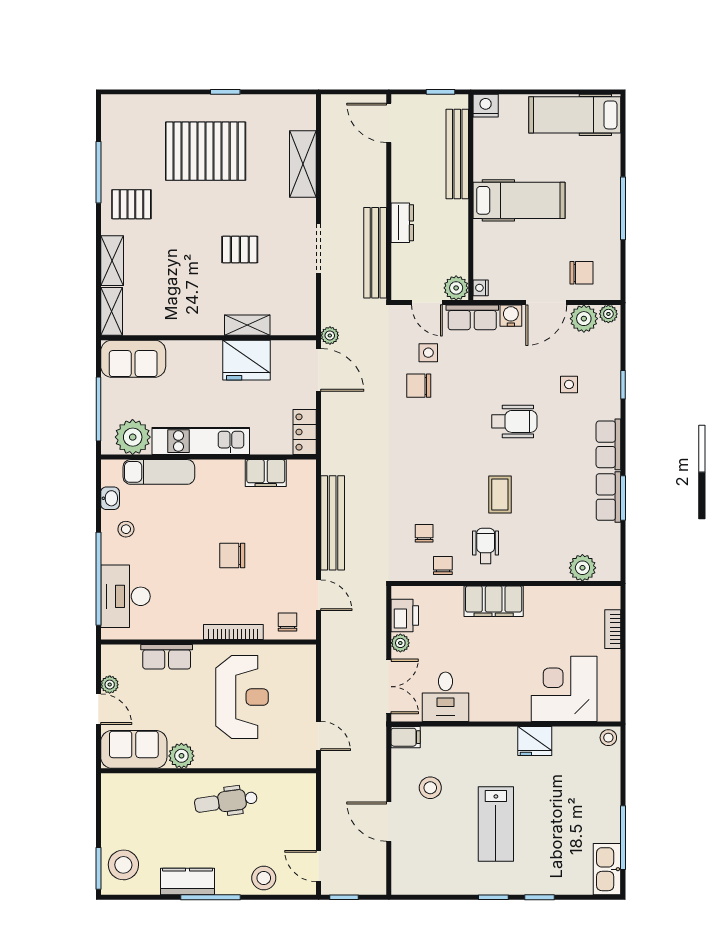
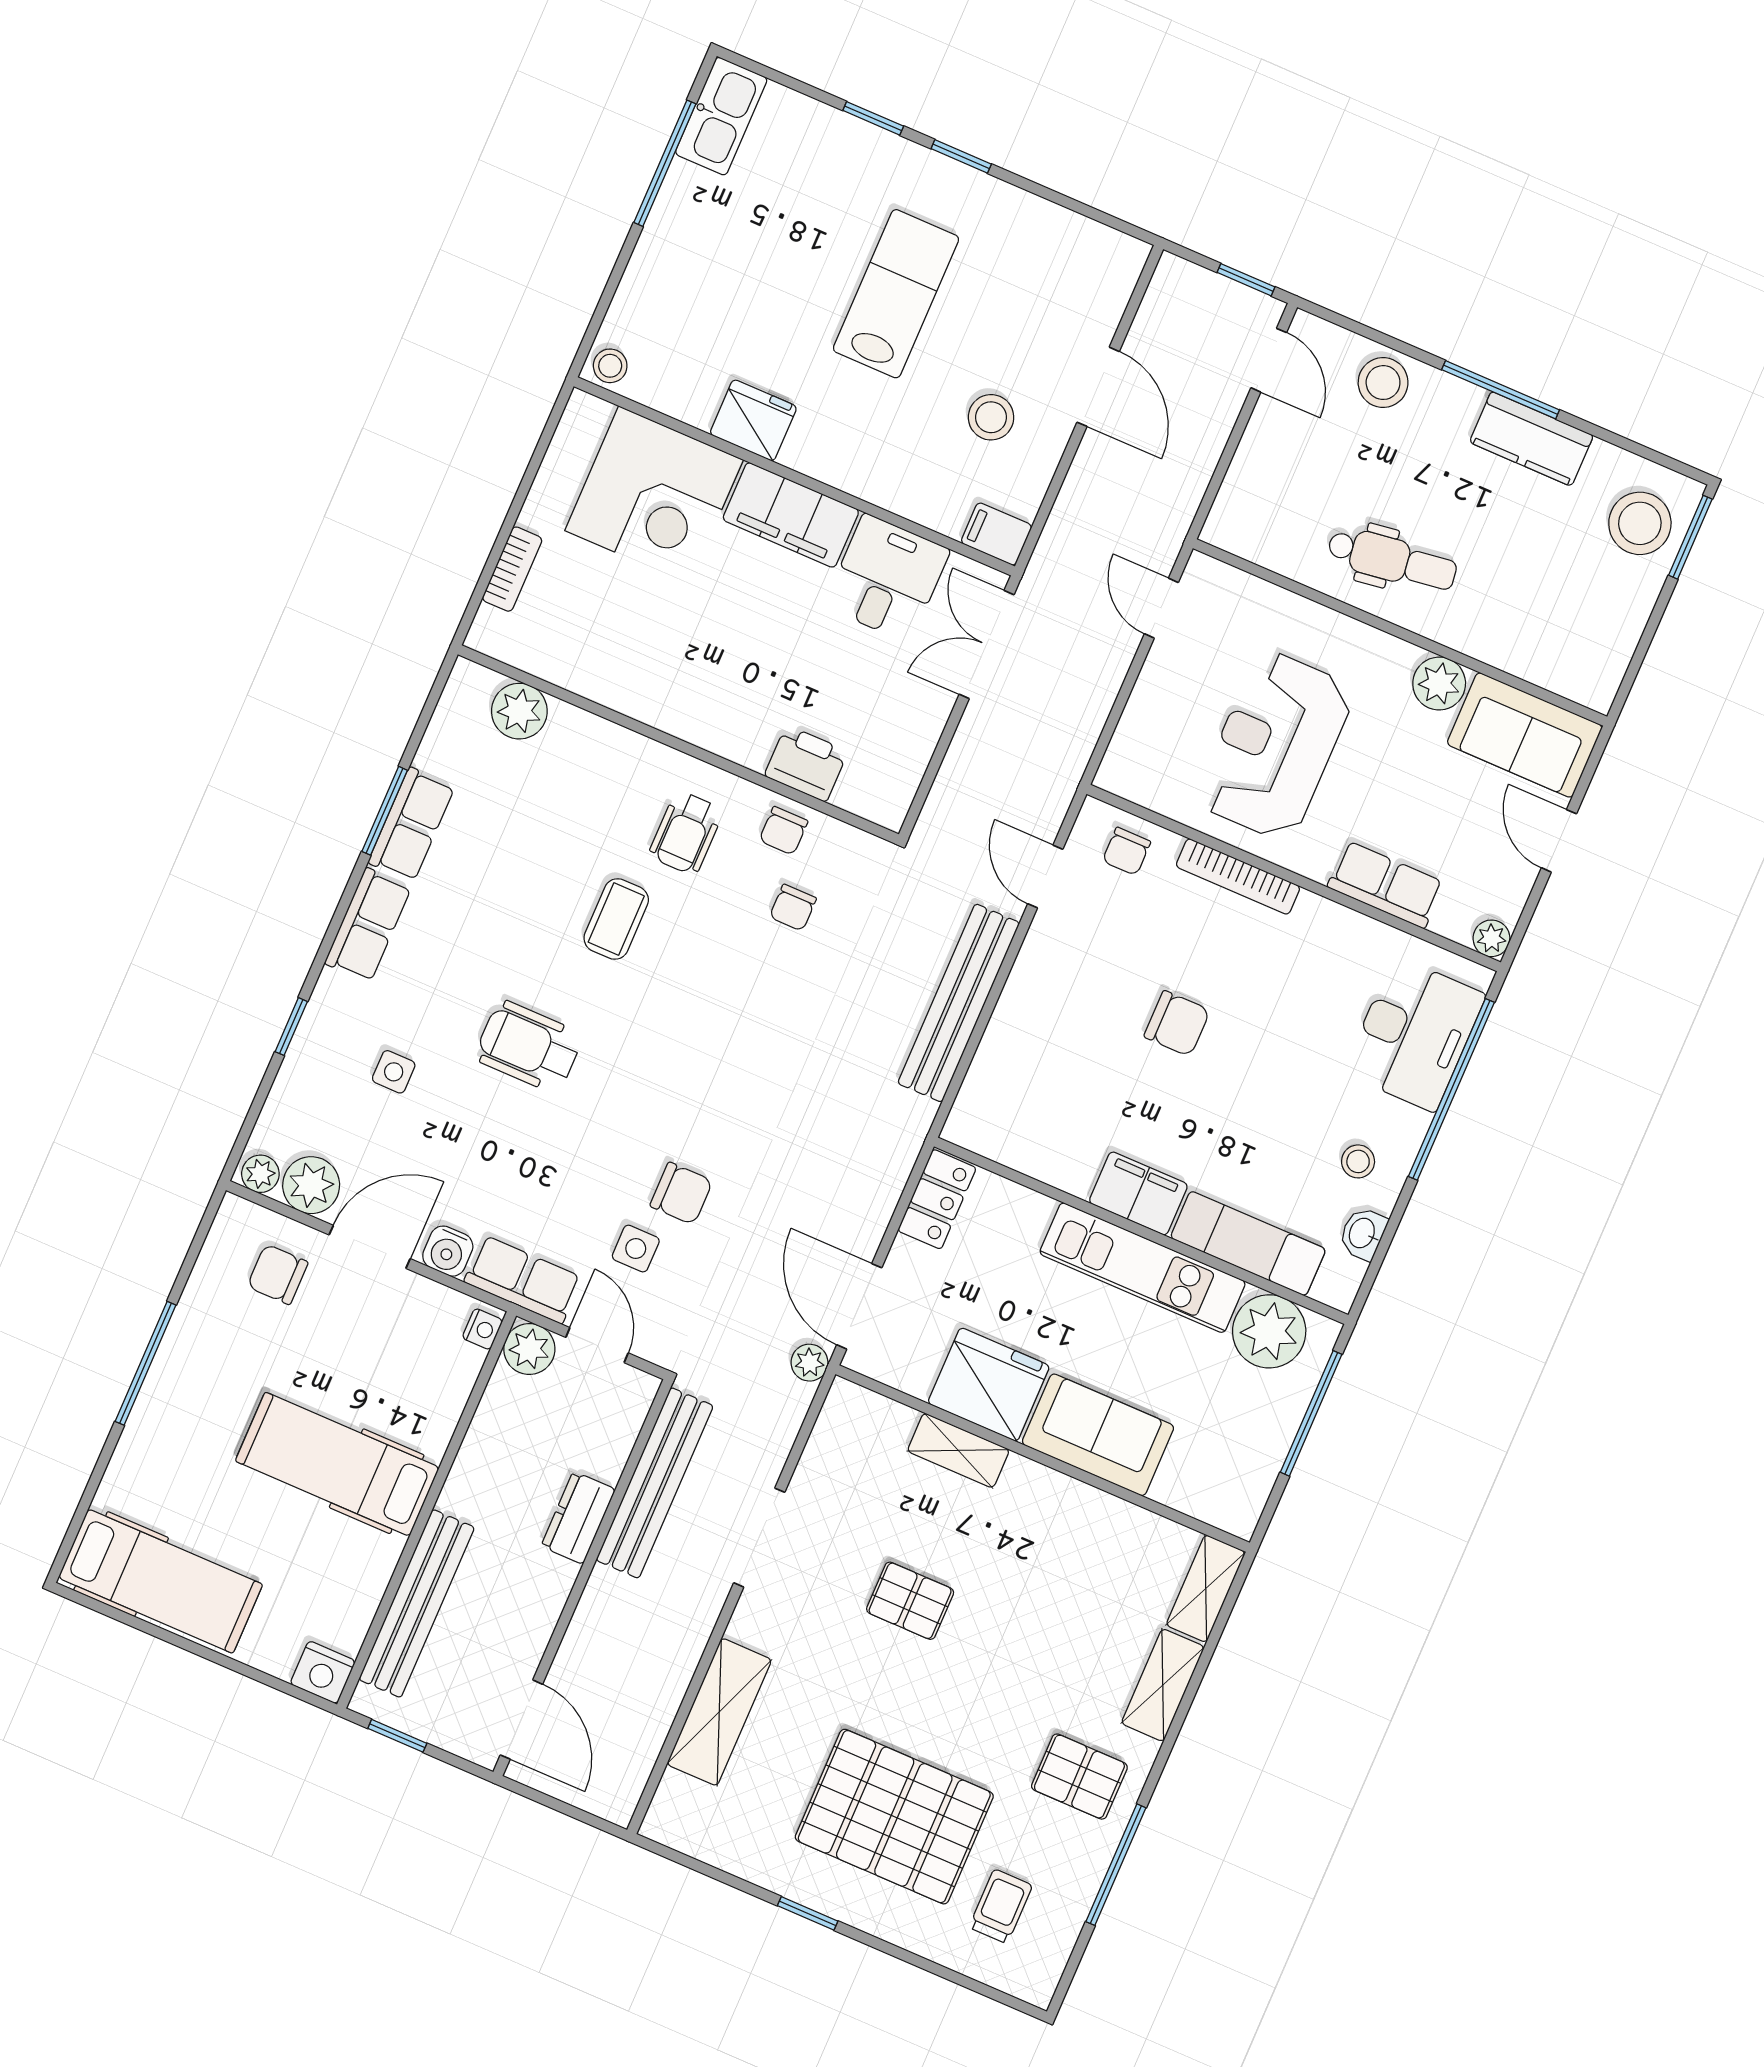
trolley: (141, 132) -> (1001, 1906), added
sofa: (133, 359) -> (1098, 1435), moved
filing cabinet: (266, 473) -> (1138, 1193), moved
filing cabinet: (494, 601) -> (791, 515), moved, turned 180
printer: (405, 616) -> (806, 764), moved, turned 90
plant: (400, 643) -> (929, 718), removed
plant: (110, 685) -> (1491, 938), moved

